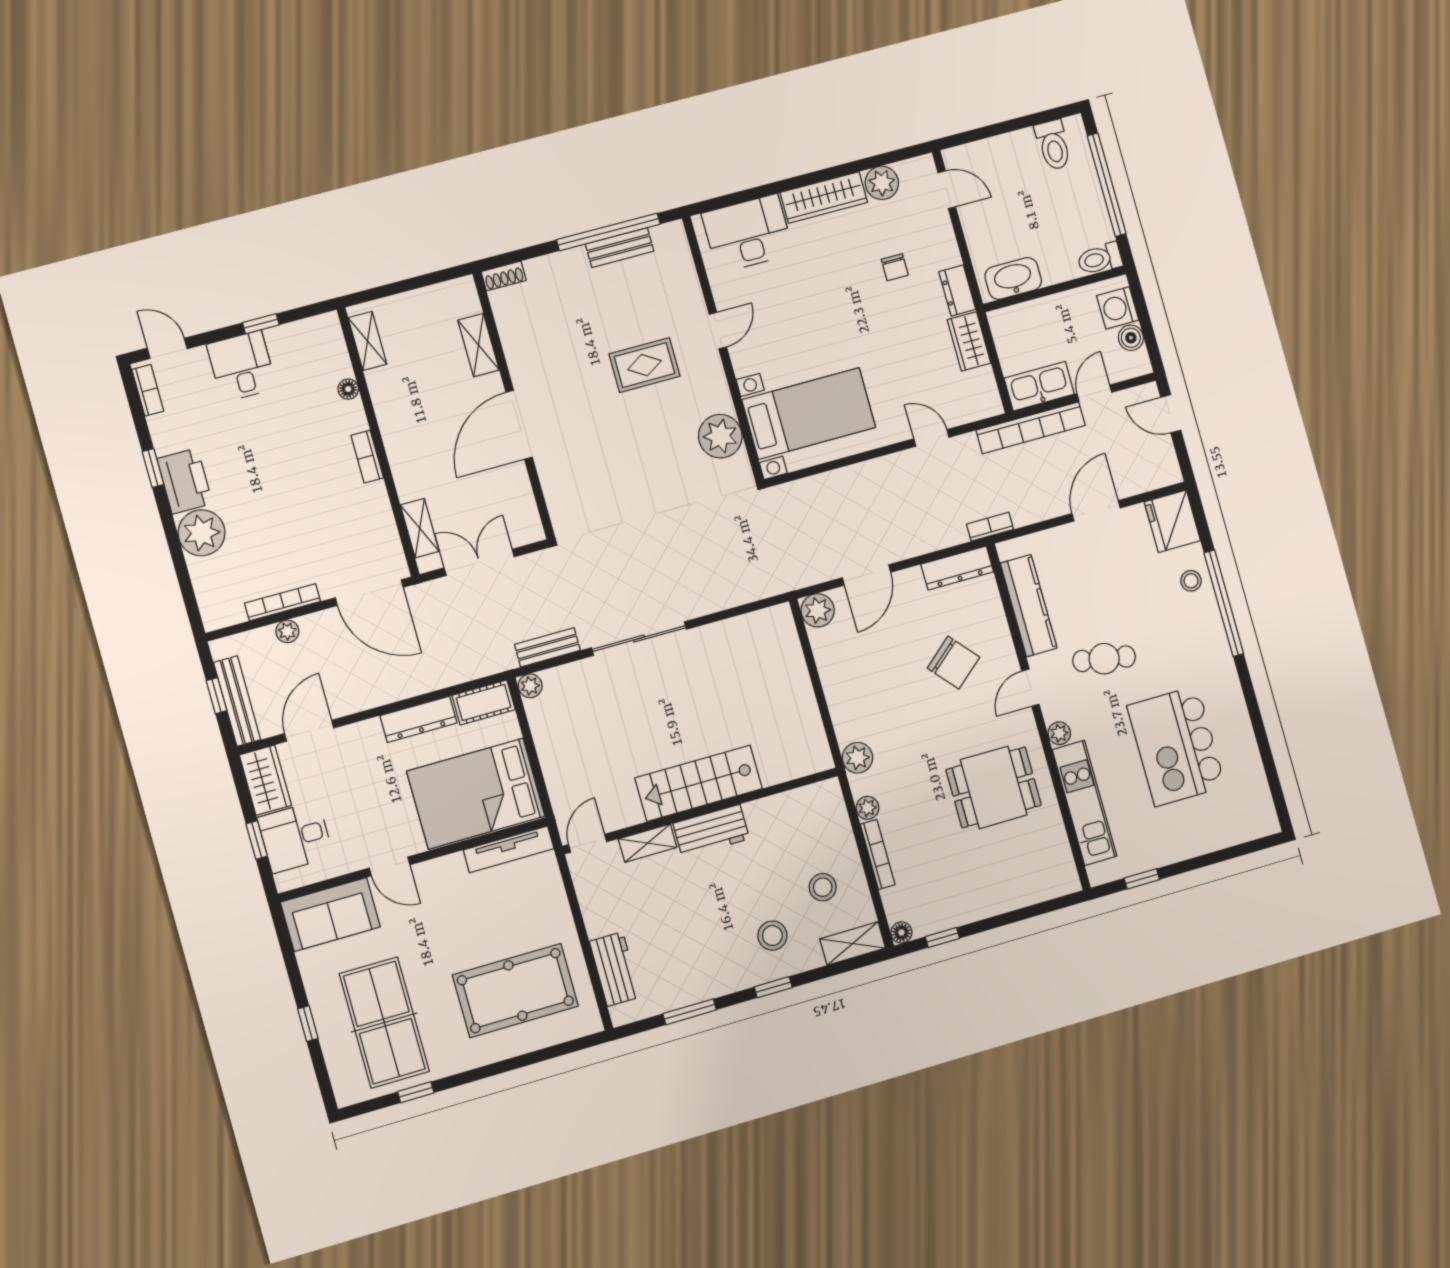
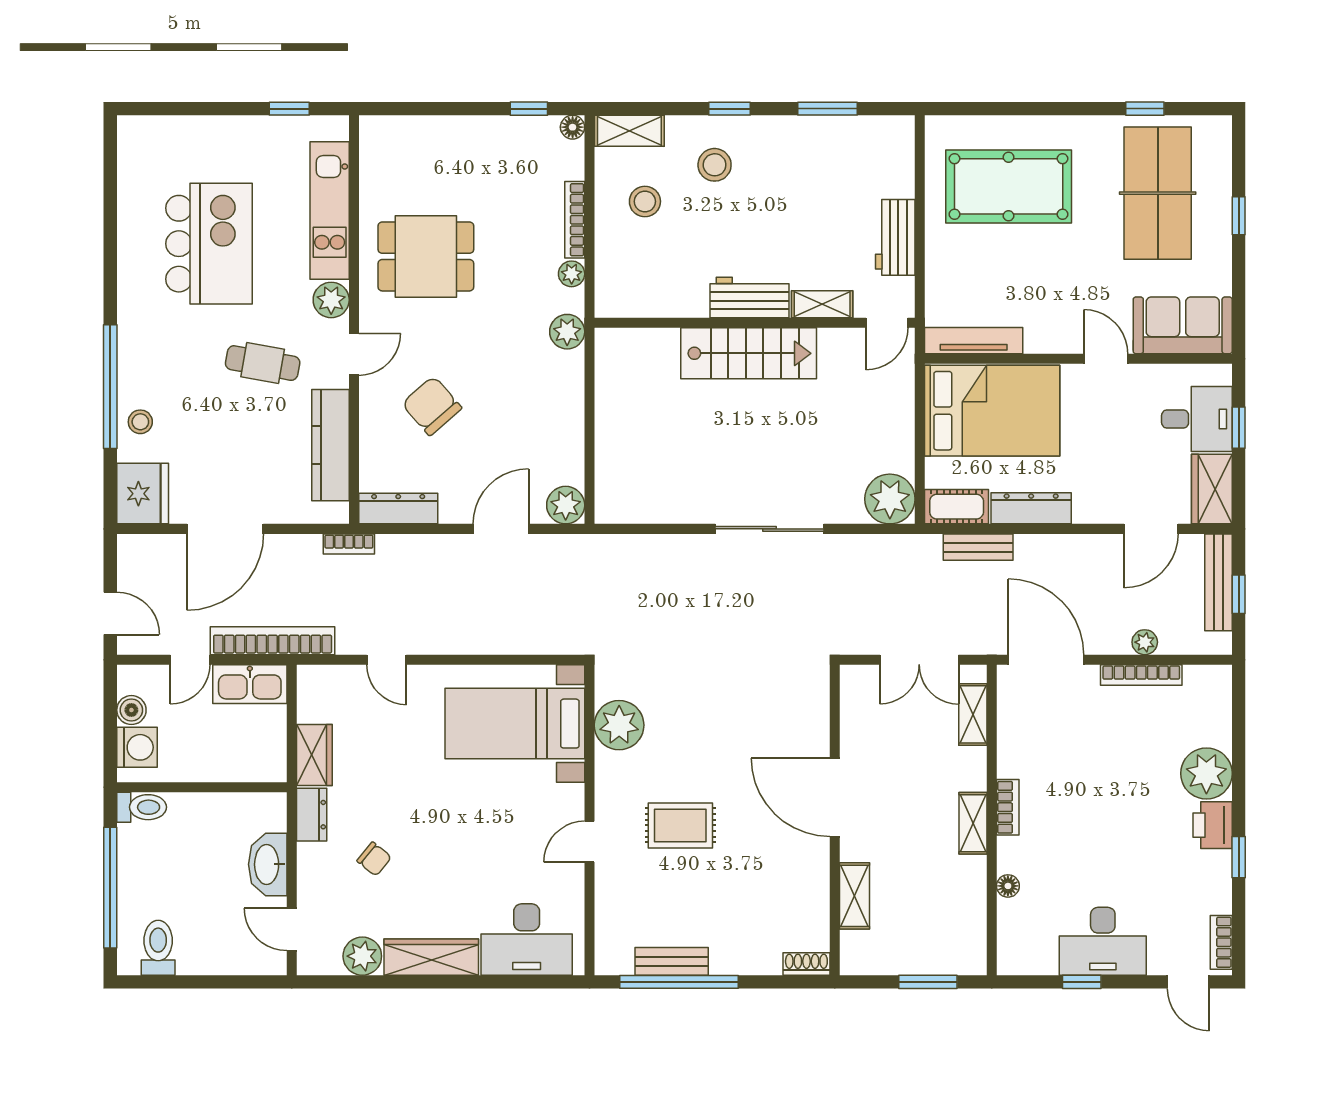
chair: (895, 267) -> (374, 859), turned 129
washbasin: (1013, 278) -> (268, 864), moved, turned 90
window: (395, 288) -> (928, 982), added
shelving: (367, 341) -> (973, 823), moved
desk: (242, 366) -> (1103, 941), width x1.37
door: (519, 425) -> (835, 797), swing flipped
printer: (185, 481) -> (1213, 825), width x0.73, depth x0.84
door: (1096, 511) -> (225, 529), width x1.36
bench: (547, 647) -> (978, 547), moved
plant: (530, 686) -> (890, 499), width x1.87, depth x1.87
plant: (1059, 733) -> (331, 300), width x1.38, depth x1.38
workbench: (615, 969) -> (895, 237), moved

